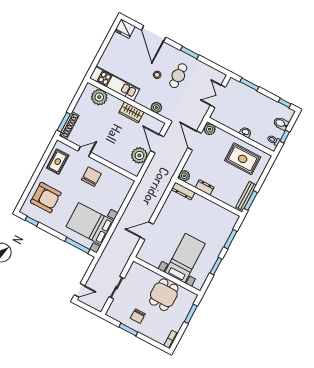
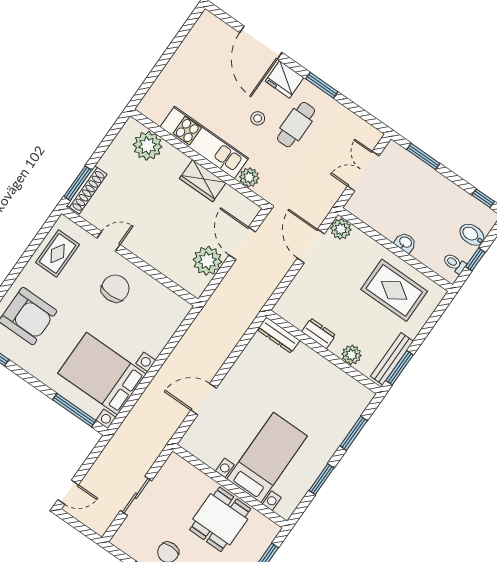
fridge: (125, 29) -> (285, 79), moved
kitchen unit: (115, 84) -> (204, 143), moved
plant: (184, 176) -> (351, 355), moved

